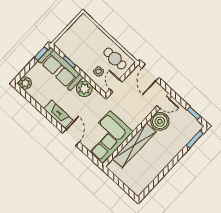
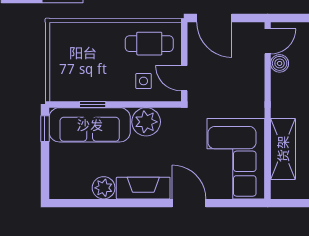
plant: (25, 83) -> (104, 188), moved
boiler: (160, 121) -> (280, 63), width x0.54, depth x0.54
shelving: (134, 145) -> (283, 149), width x0.68

